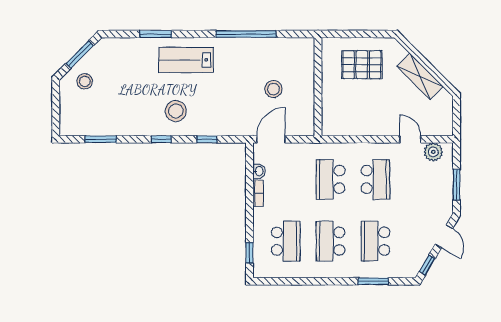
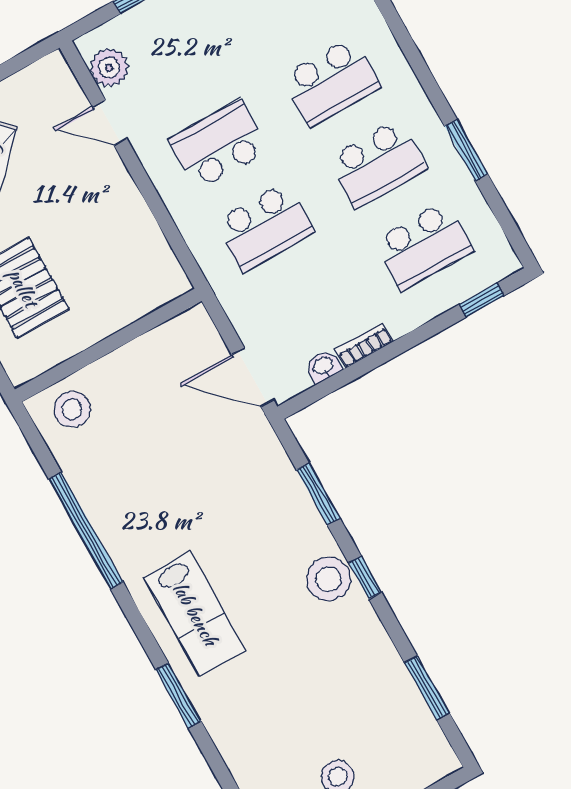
stool: (273, 89) -> (72, 409), moved
stool: (176, 111) -> (328, 579), moved
window: (207, 139) -> (318, 494), width x1.50
door: (410, 139) -> (110, 123), hinge flipped
school desk: (286, 241) -> (424, 246), turned 180
window: (373, 281) -> (466, 150), moved

